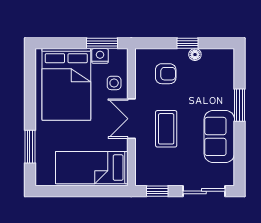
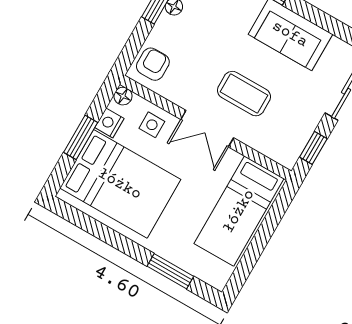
window: (102, 43) -> (81, 137), moved
floor lamp: (122, 55) -> (123, 96), added
armchair: (166, 74) -> (153, 64), moved

